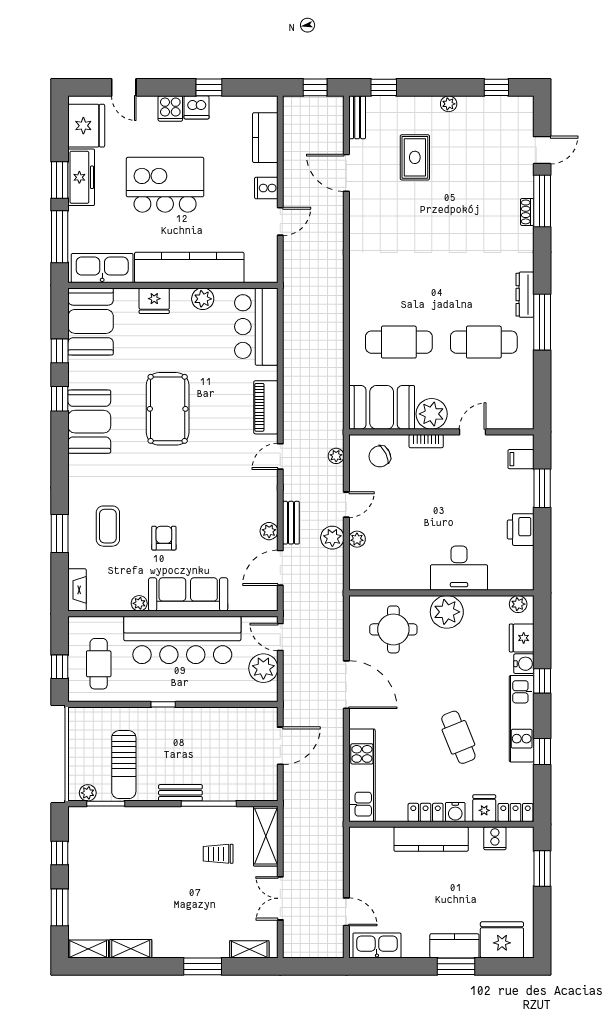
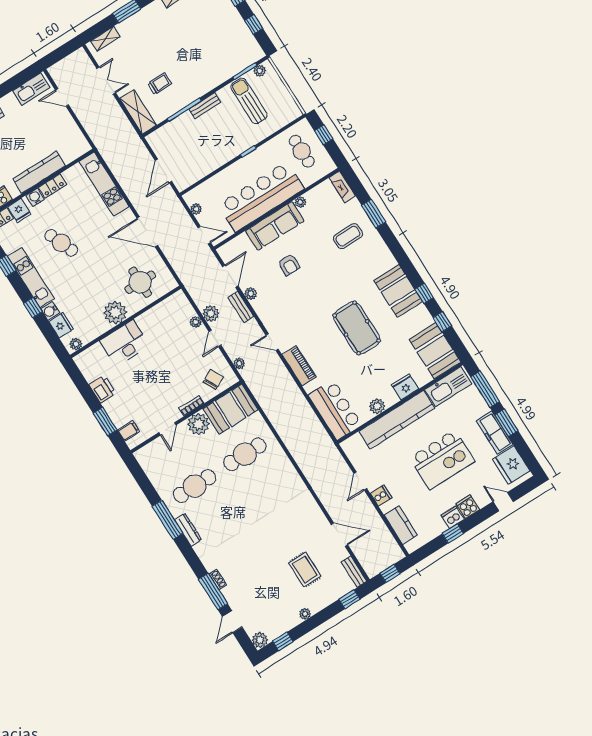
plant: (523, 107) -> (260, 640), added
door: (280, 456) -> (272, 342), swing flipped
coffee table: (108, 526) -> (348, 236), turned 90
armchair: (164, 538) -> (289, 265), moved
plant: (263, 668) -> (196, 209), width x0.53, depth x0.53

